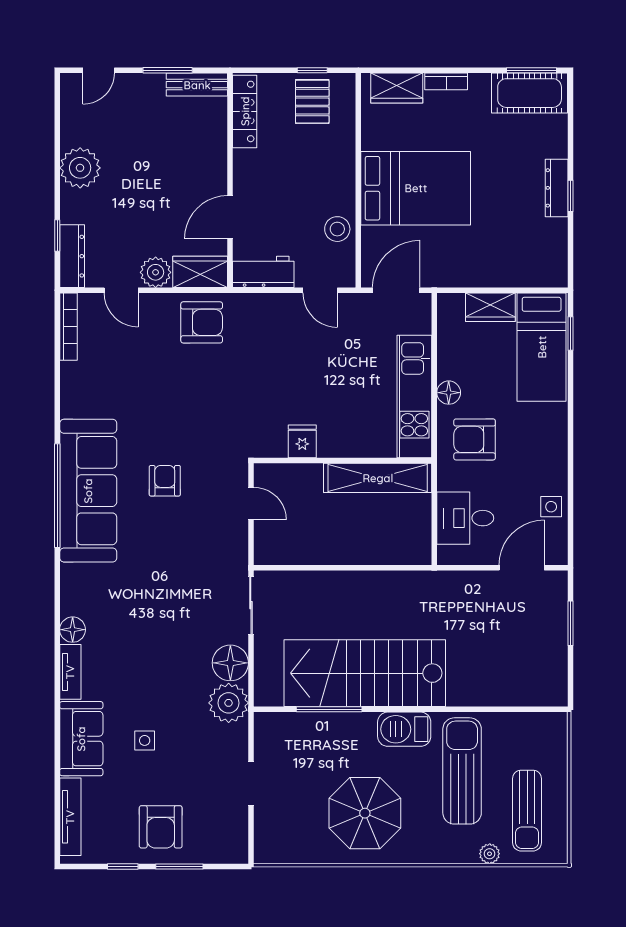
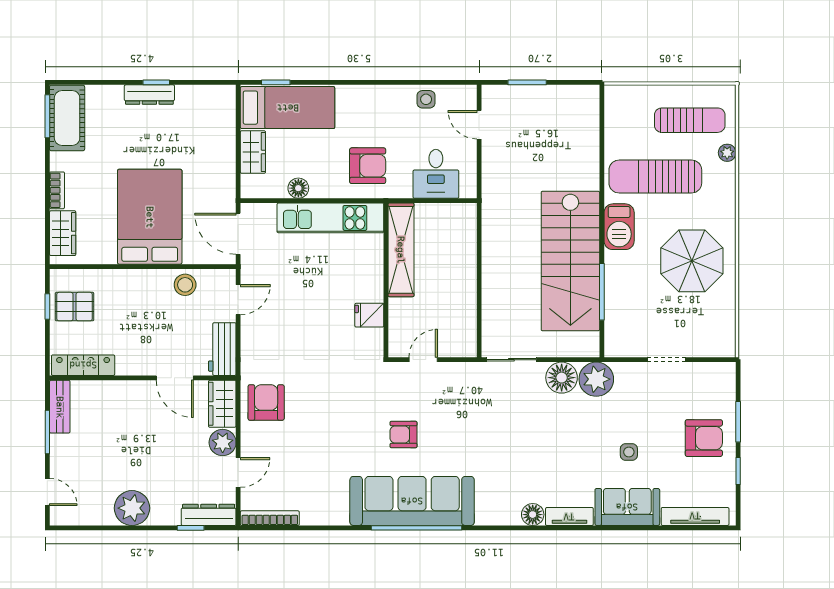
floor lamp: (449, 393) -> (298, 188), moved
armchair: (475, 439) -> (368, 166), turned -90
door: (522, 568) -> (479, 125), width x0.73

